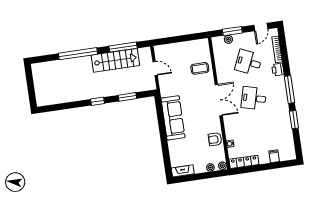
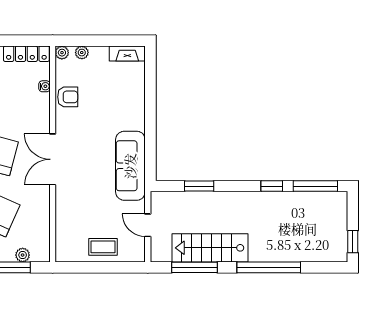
coffee table: (200, 68) -> (103, 247), moved
window: (29, 77) -> (353, 242), added
window: (98, 101) -> (272, 186), moved
window: (57, 107) -> (315, 186), added
sofa: (173, 118) -> (130, 166), moved

